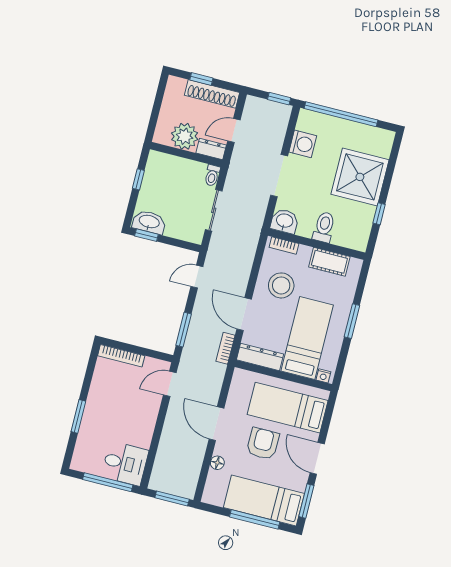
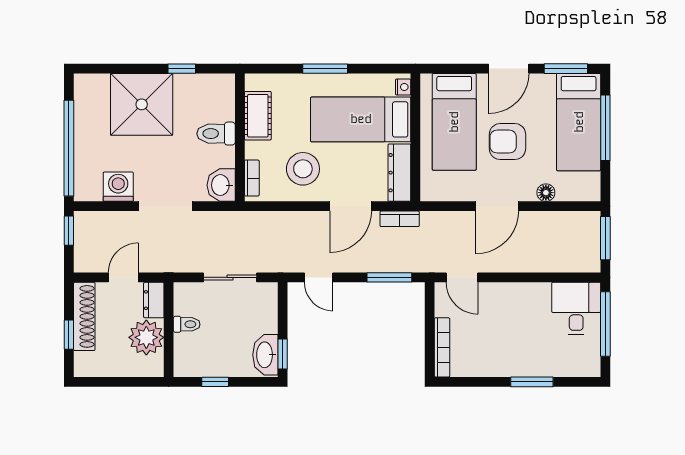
door: (234, 131) -> (123, 277), swing flipped
toilet: (212, 175) -> (187, 324), moved

